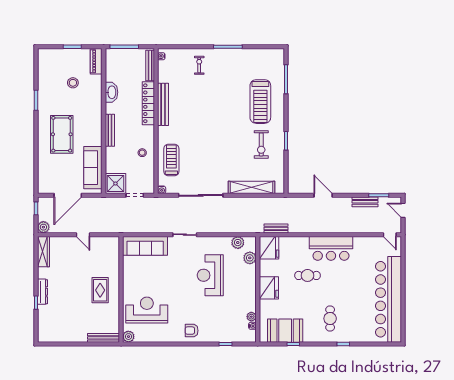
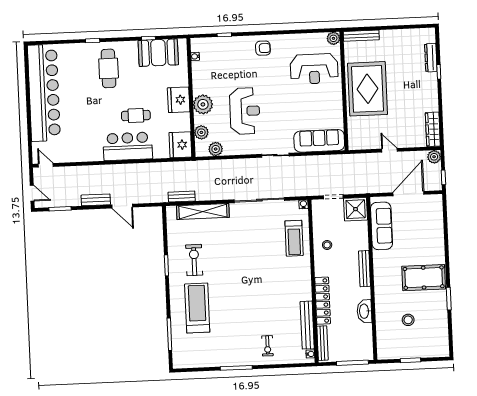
piano: (96, 61) -> (383, 345), removed
bench: (163, 104) -> (307, 325), moved
pool table: (62, 134) -> (424, 278), moved, turned 90
bench: (365, 202) -> (96, 200), moved
bench: (276, 228) -> (182, 197), moved
bar counter: (331, 248) -> (128, 146), moved
rug: (100, 290) -> (367, 89), width x1.86, depth x2.06
dresser: (43, 292) -> (431, 58), moved
plant: (251, 317) -> (203, 104), moved, width x1.88, depth x1.88
cafe table: (330, 319) -> (109, 68), width x1.37, depth x1.35

